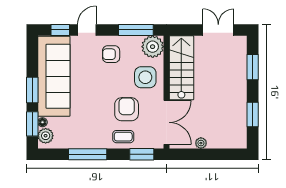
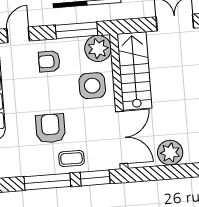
armchair: (127, 109) -> (50, 128), moved
plant: (201, 143) -> (170, 153), width x1.88, depth x1.88
window: (88, 154) -> (47, 182), moved

